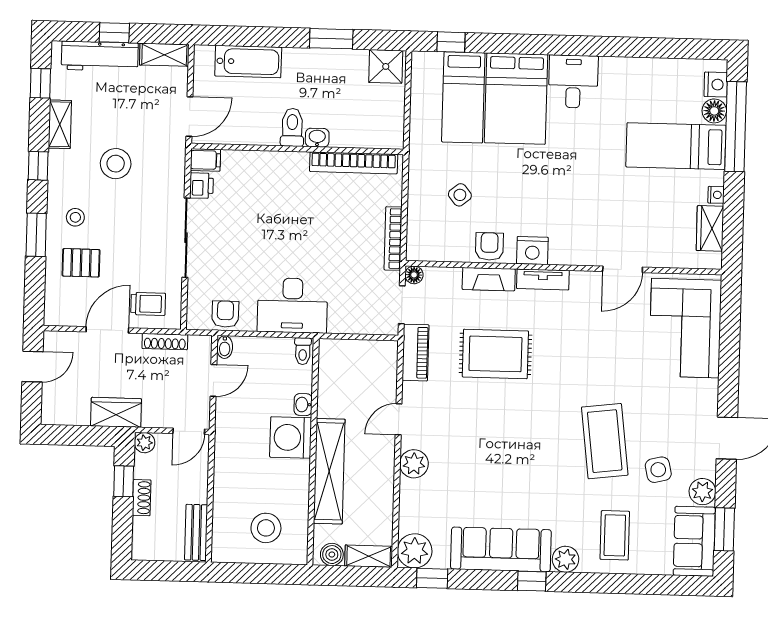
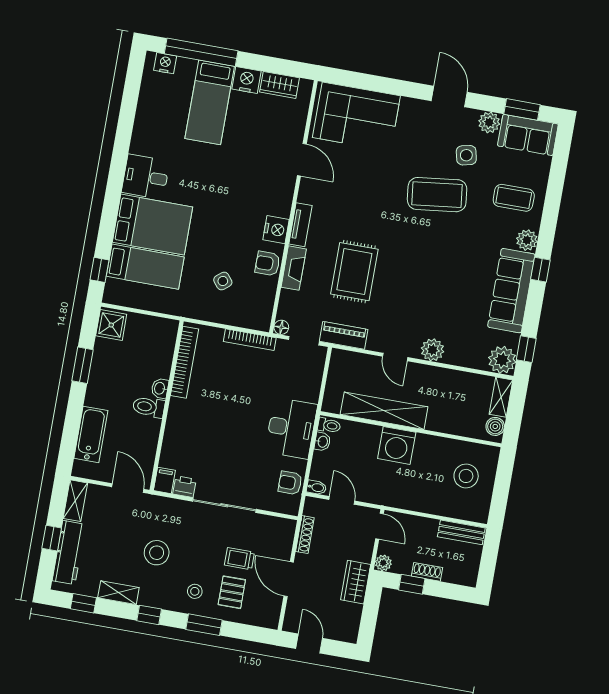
floor lamp: (714, 111) -> (186, 67), removed
nightstand: (716, 195) -> (247, 80), width x1.89, depth x1.79
trolley: (148, 304) -> (239, 559), moved, turned -90
washbasin: (303, 405) -> (322, 442), moved, turned -90
shelving: (329, 471) -> (384, 411), moved

